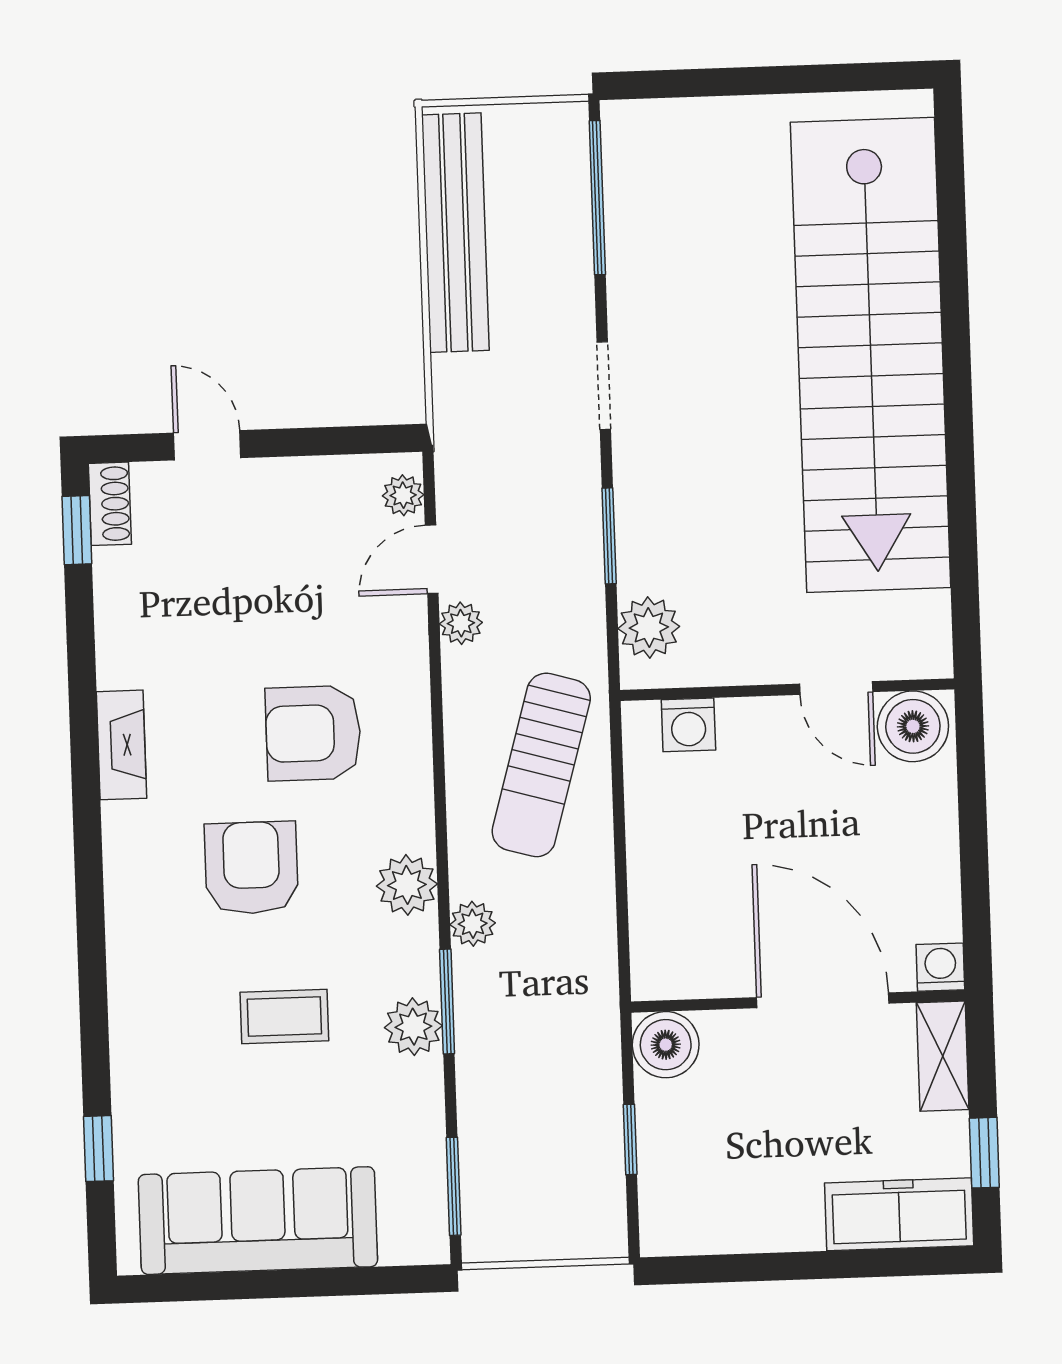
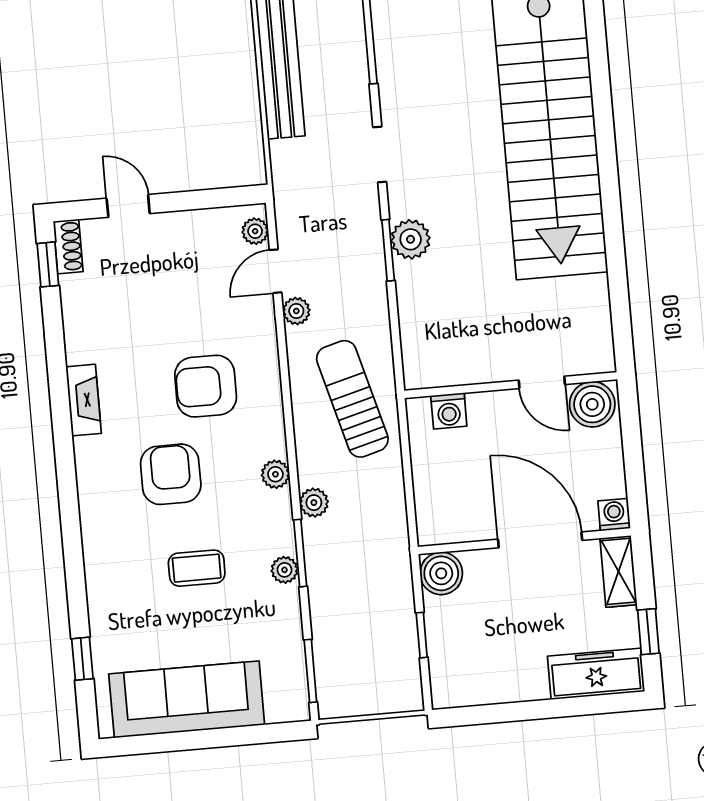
plant: (649, 627) -> (411, 239), moved
door: (836, 688) -> (542, 382), moved
wall: (787, 690) -> (511, 385), moved
washing machine: (688, 725) -> (449, 411), moved
boiler: (913, 726) -> (592, 404), moved
sun lounger: (541, 765) -> (352, 399), turned 149
plant: (407, 885) -> (275, 474), width x0.73, depth x0.73
plant: (413, 1027) -> (284, 570), width x0.73, depth x0.73

